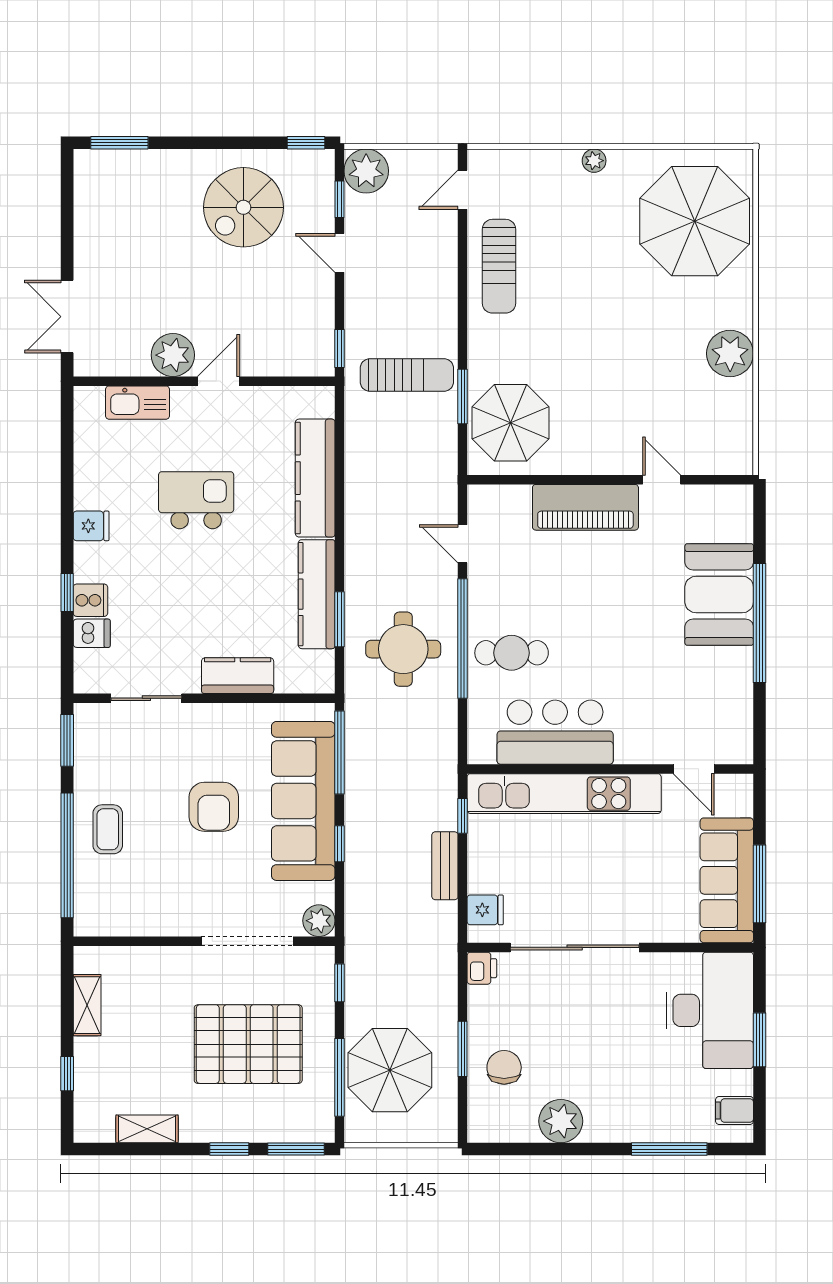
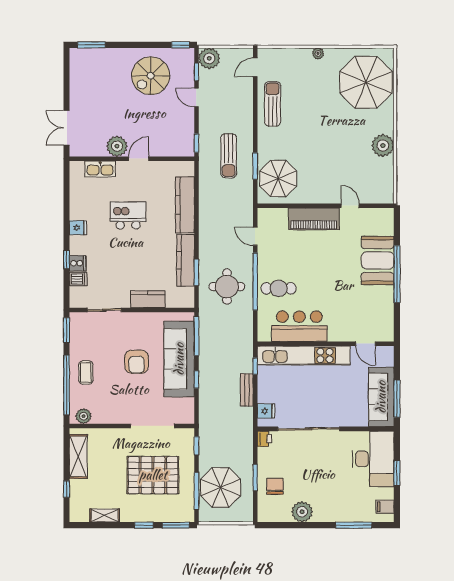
sun lounger: (499, 266) -> (273, 104), turned 180
sun lounger: (407, 375) -> (229, 156), turned 90
plant: (319, 921) -> (84, 416), moved
shelving: (87, 1005) -> (78, 456), width x1.50, depth x1.33

